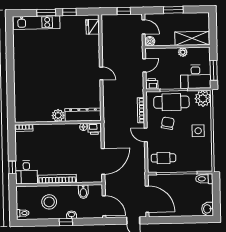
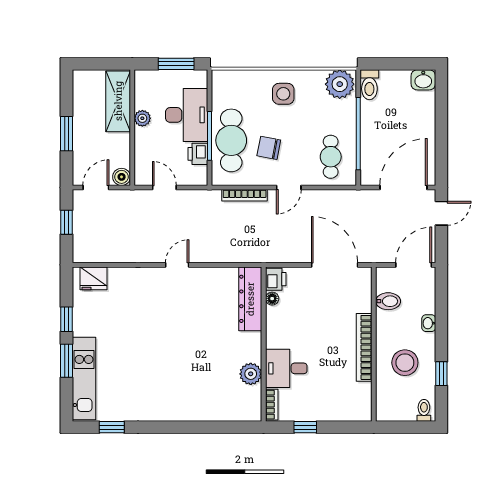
window: (10, 39) -> (112, 427), added
desk: (196, 77) -> (187, 115), moved
printer: (152, 84) -> (198, 154), moved
plant: (203, 99) -> (340, 84), moved
plant: (58, 115) -> (251, 374), moved
window: (12, 167) -> (305, 427), moved
desk: (26, 172) -> (286, 368), moved, turned 180
window: (66, 222) -> (441, 374), moved

